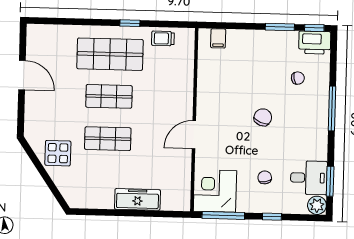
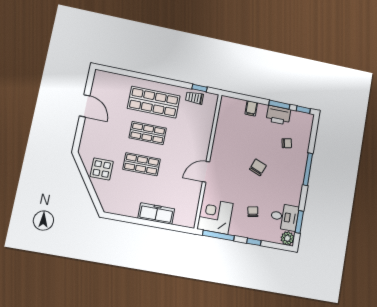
window: (130, 23) -> (199, 88), moved
filing cabinet: (218, 38) -> (251, 108), moved
printer: (315, 43) -> (278, 115), moved

